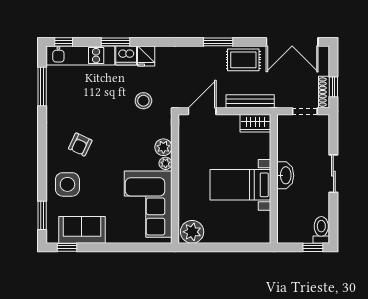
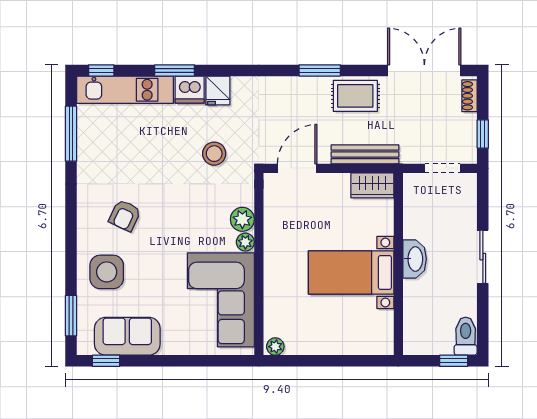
double door: (292, 42) -> (424, 70), swing flipped
shoe rack: (324, 92) -> (469, 96), moved, width x0.70
plant: (192, 232) -> (275, 347), width x0.53, depth x0.53

